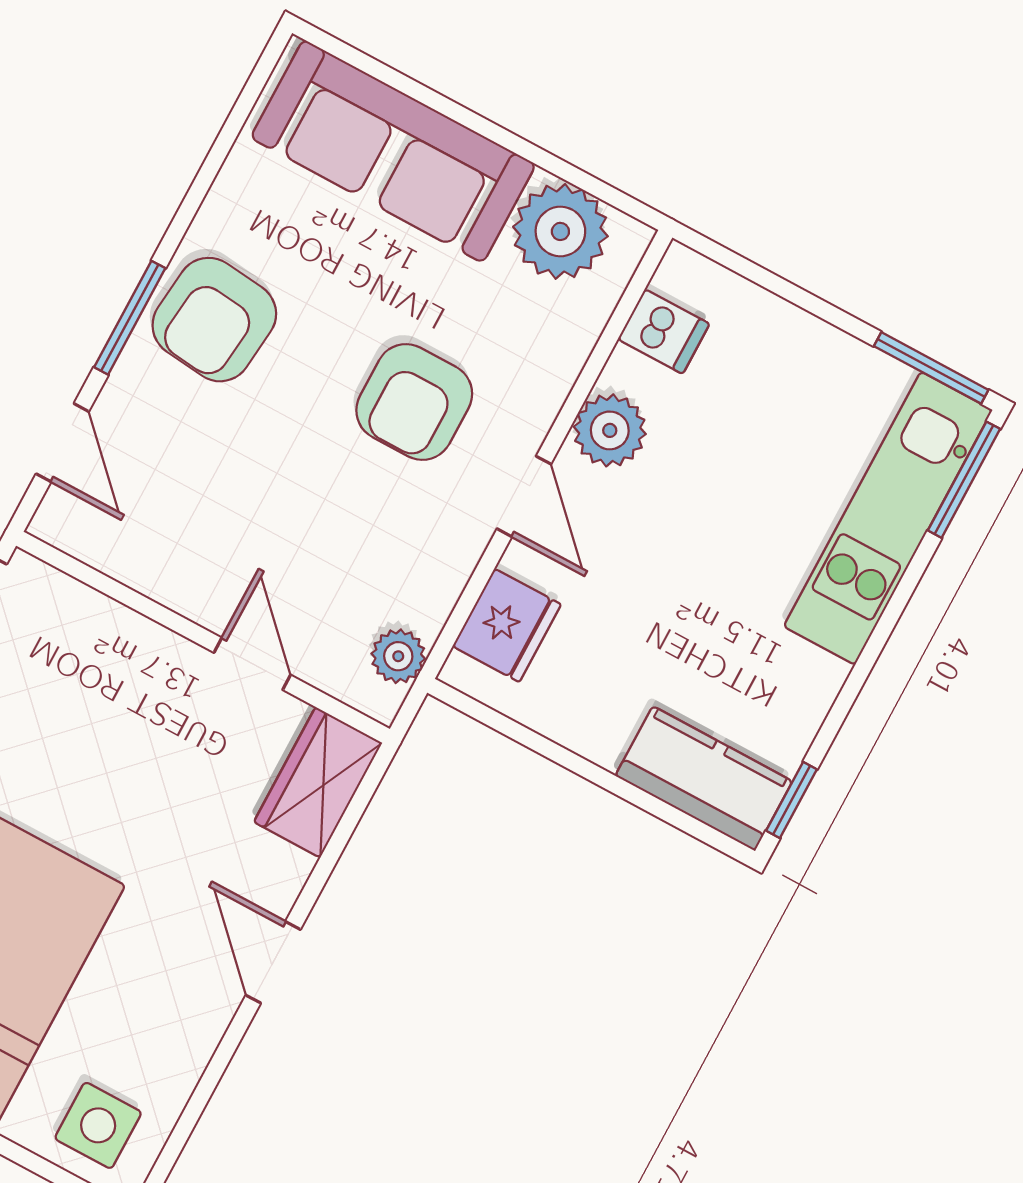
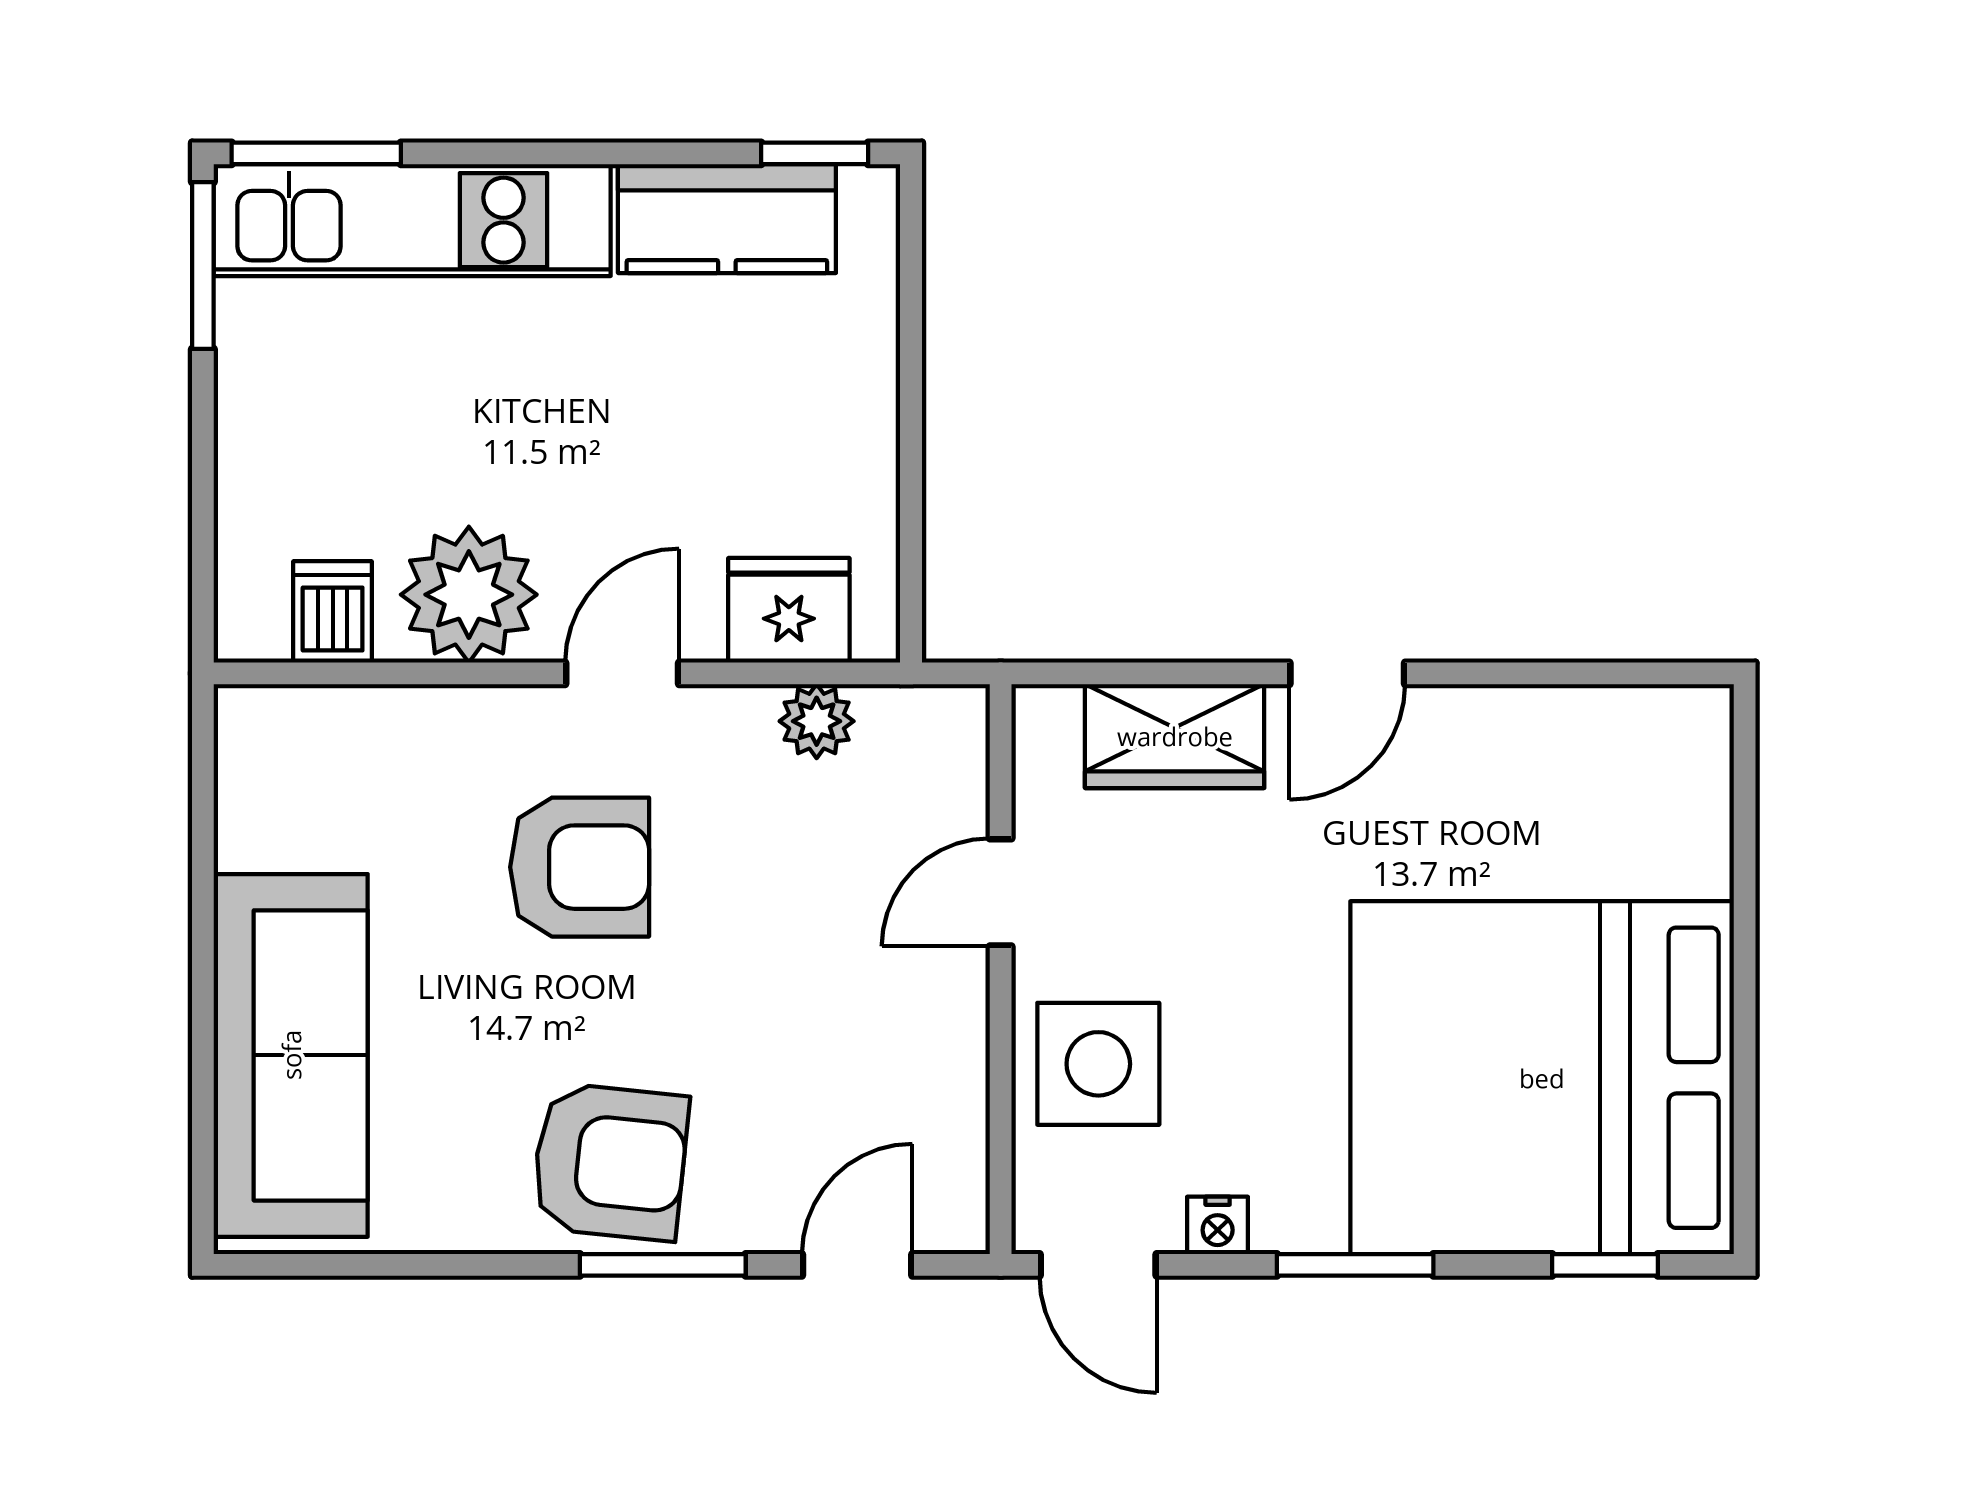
plant: (560, 231) -> (279, 801), removed
plant: (610, 430) -> (469, 595), width x1.36, depth x1.36
plant: (398, 656) -> (817, 721), moved
kitchen counter: (704, 779) -> (727, 219), moved, turned -90
wardrobe: (318, 782) -> (1175, 736), moved
side table: (98, 1125) -> (1098, 1064), moved, width x1.37, depth x1.37

